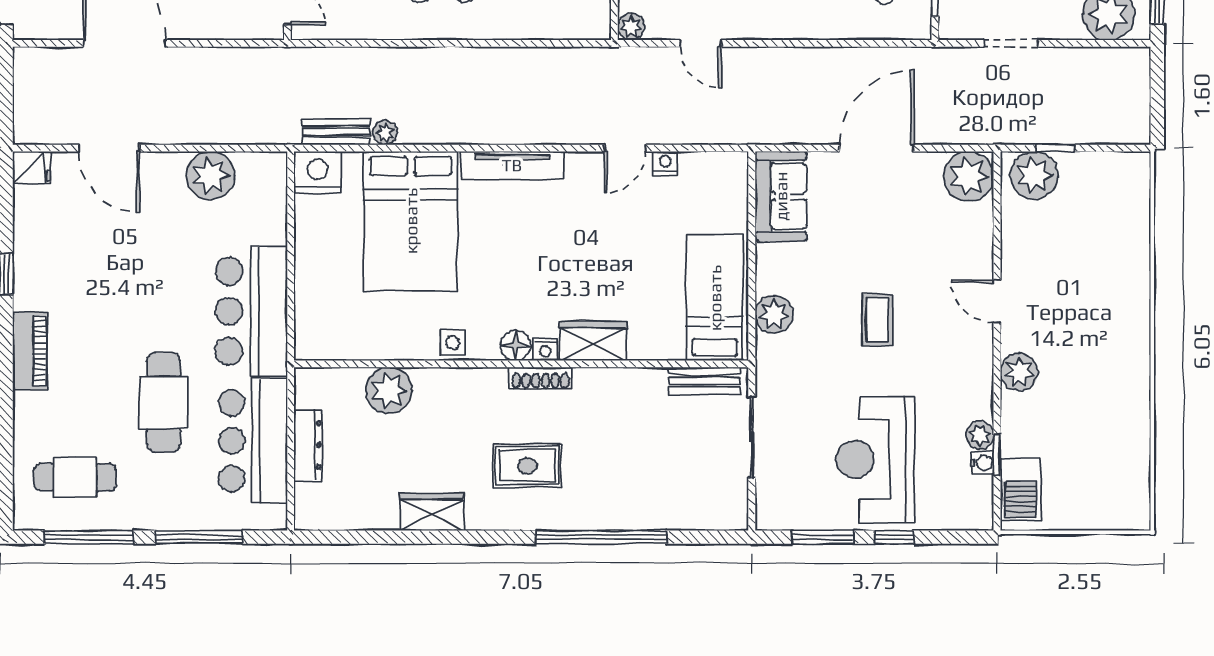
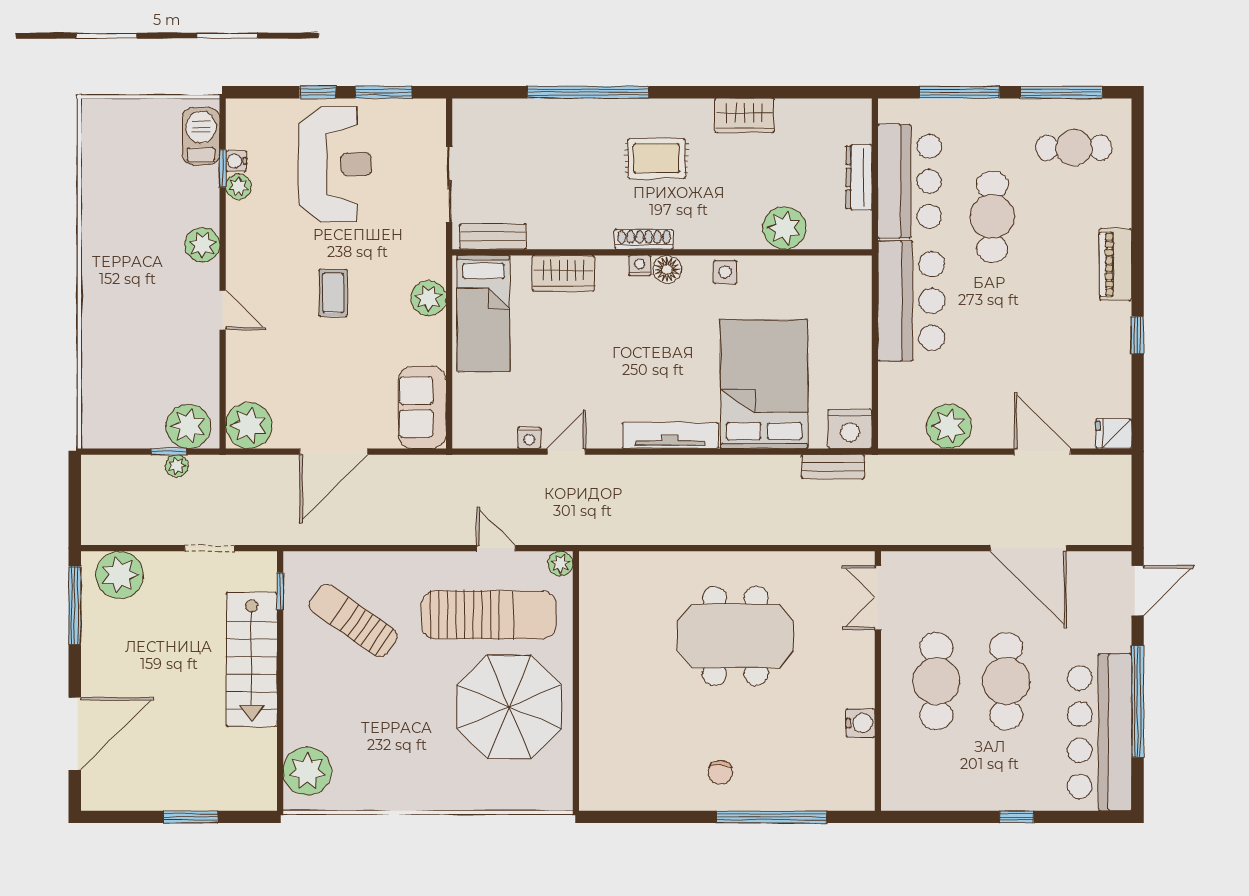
plant: (385, 133) -> (177, 466), moved
wardrobe: (593, 341) -> (563, 273), moved

